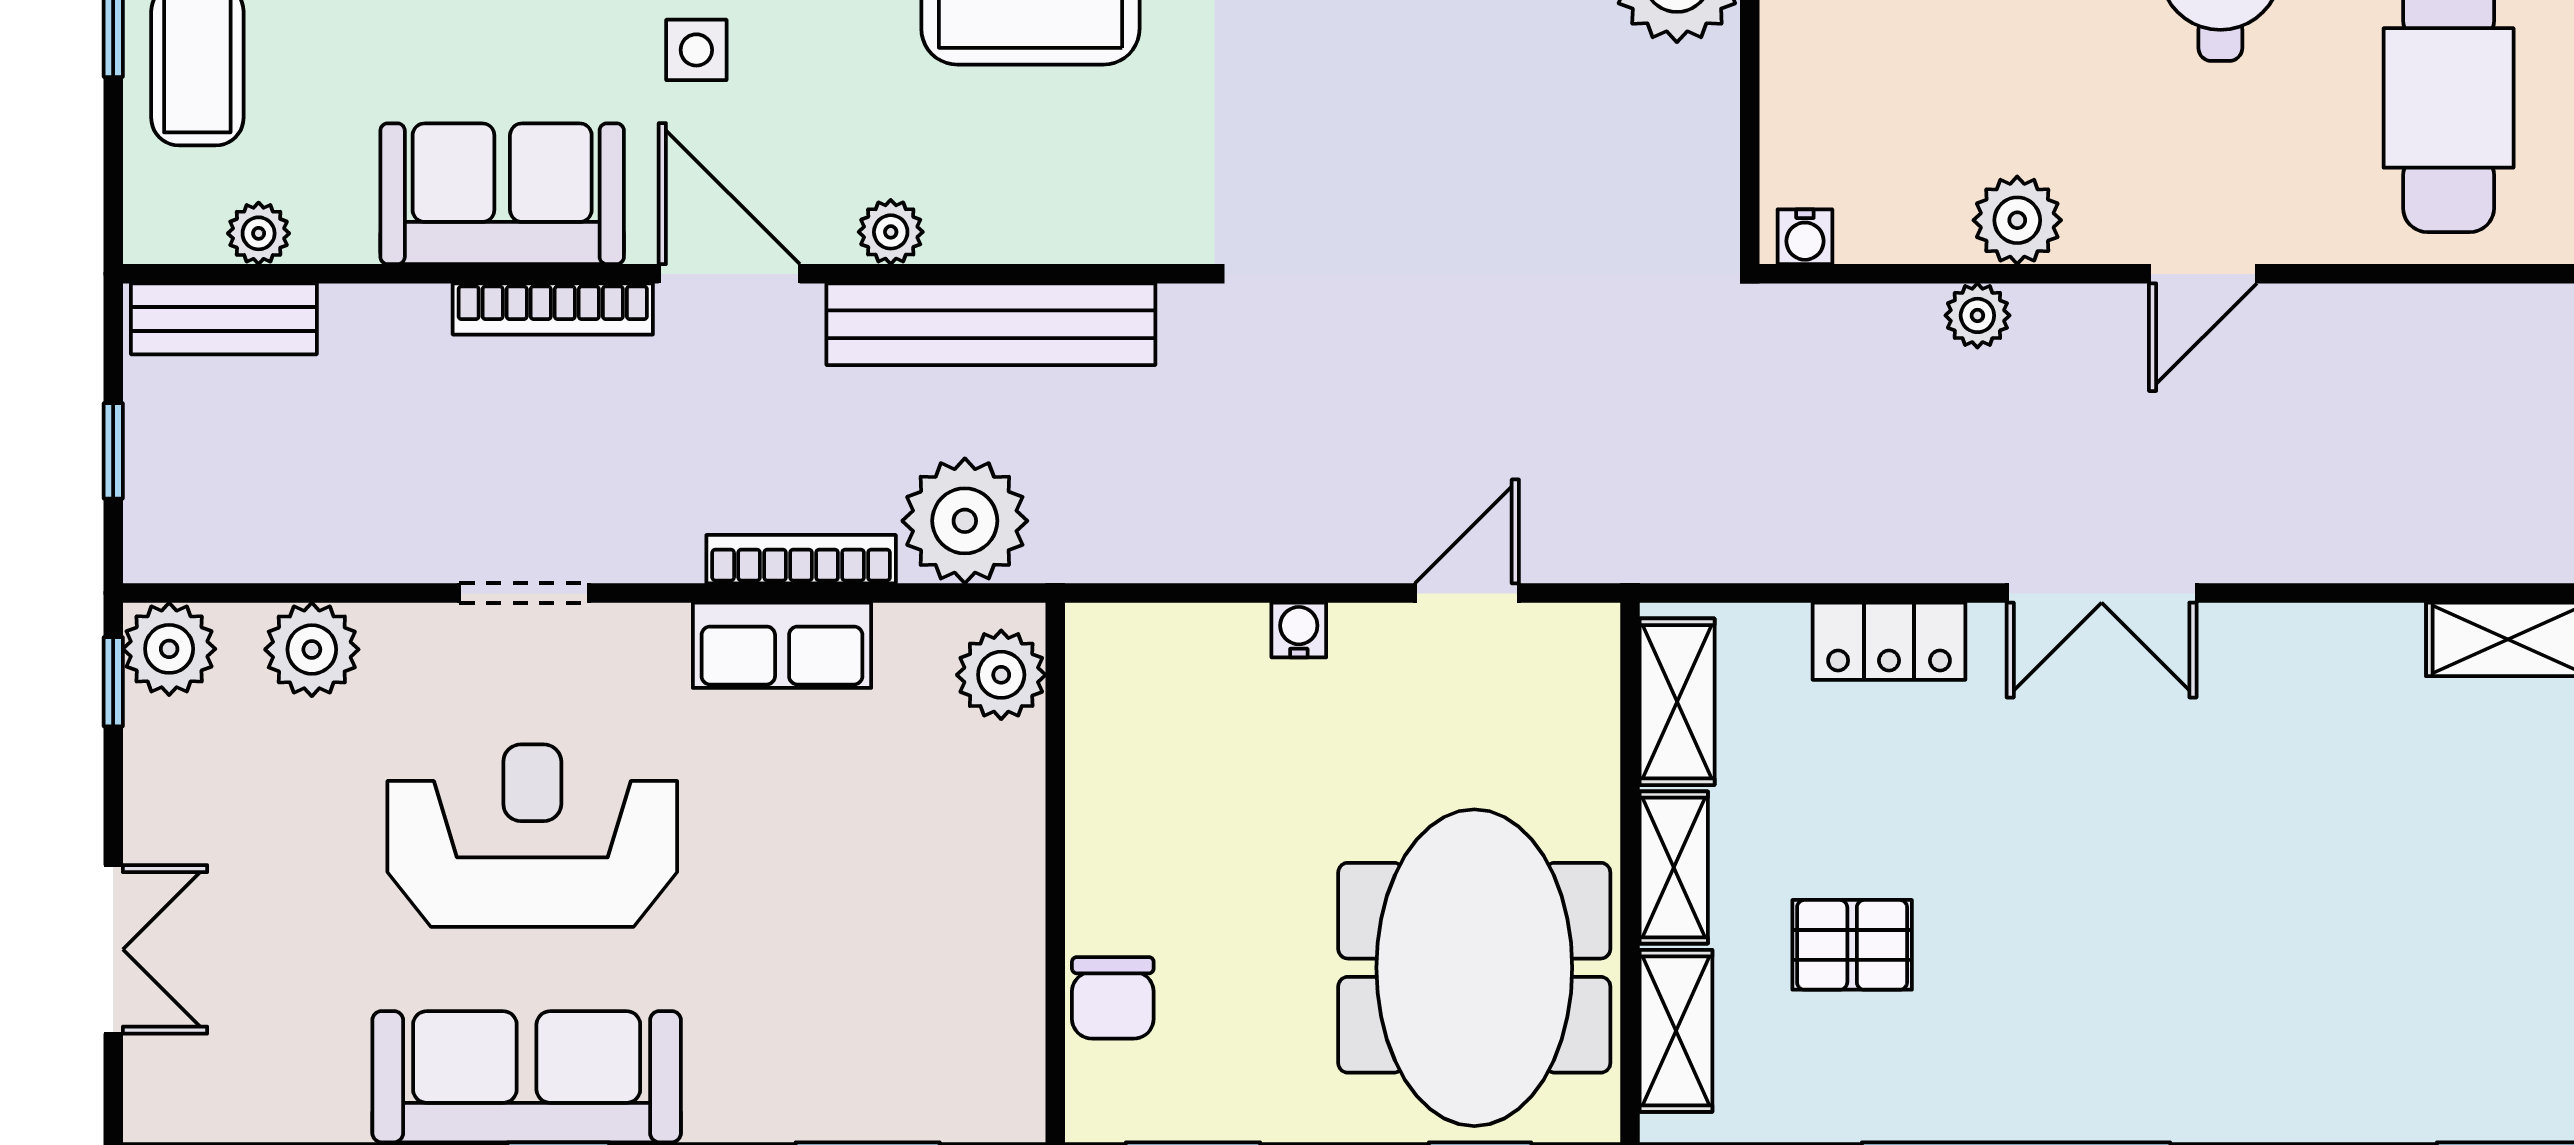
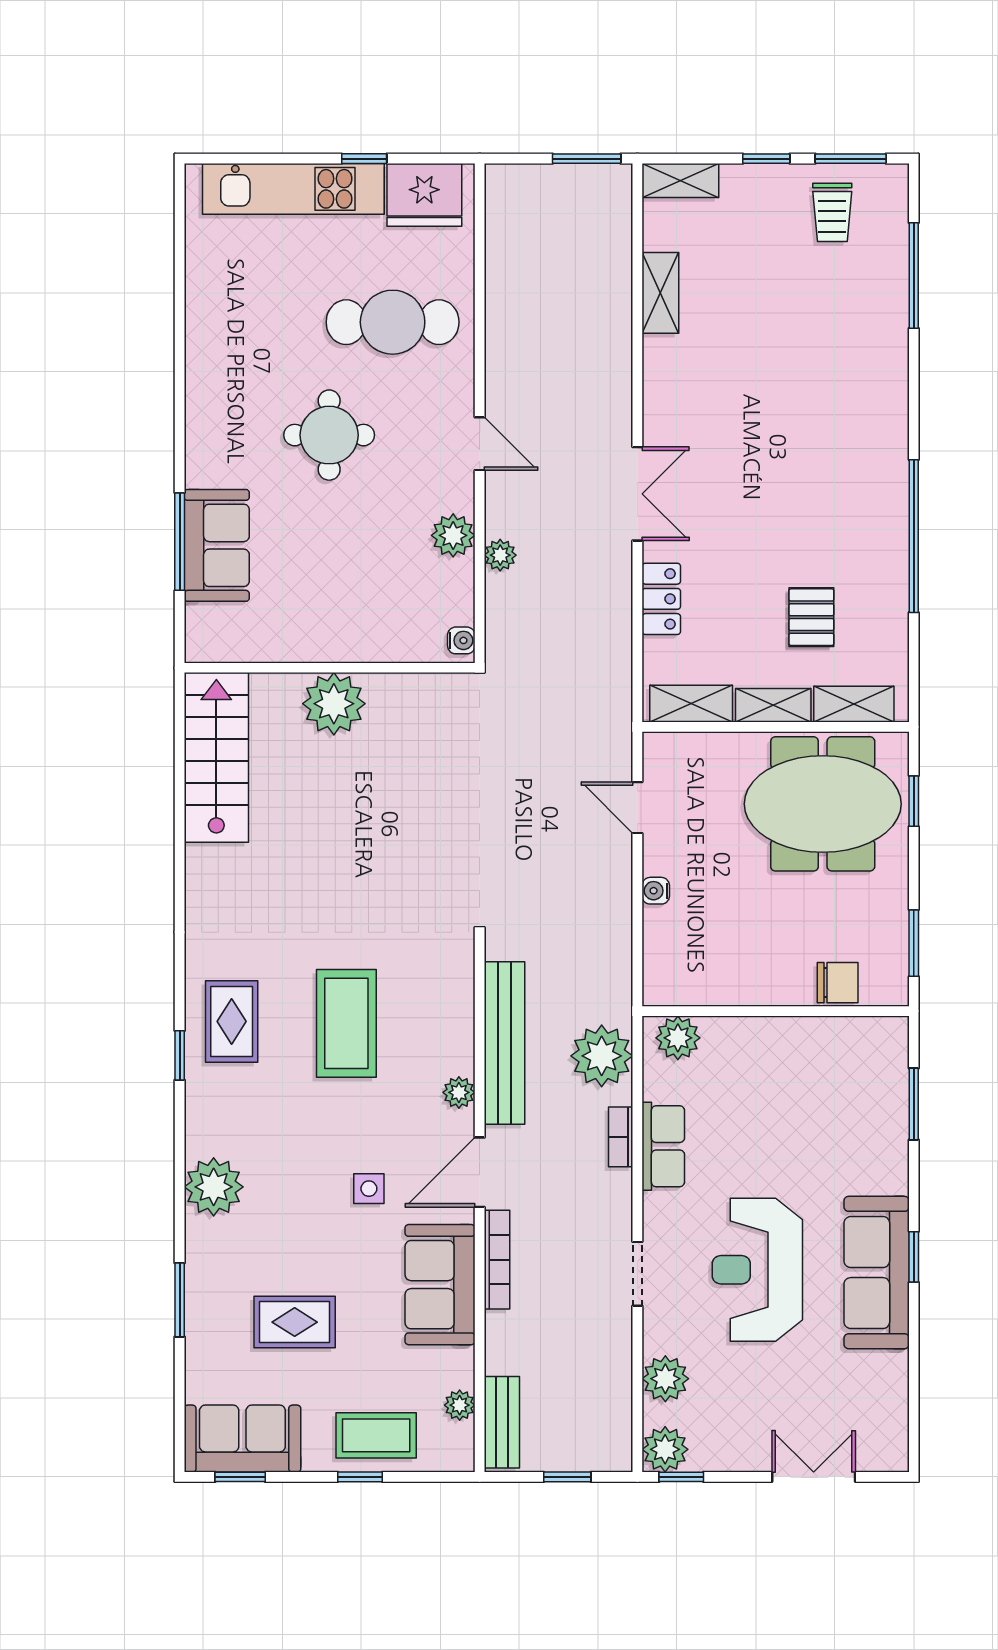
bookcase: (801, 559) -> (621, 1137), width x0.64

